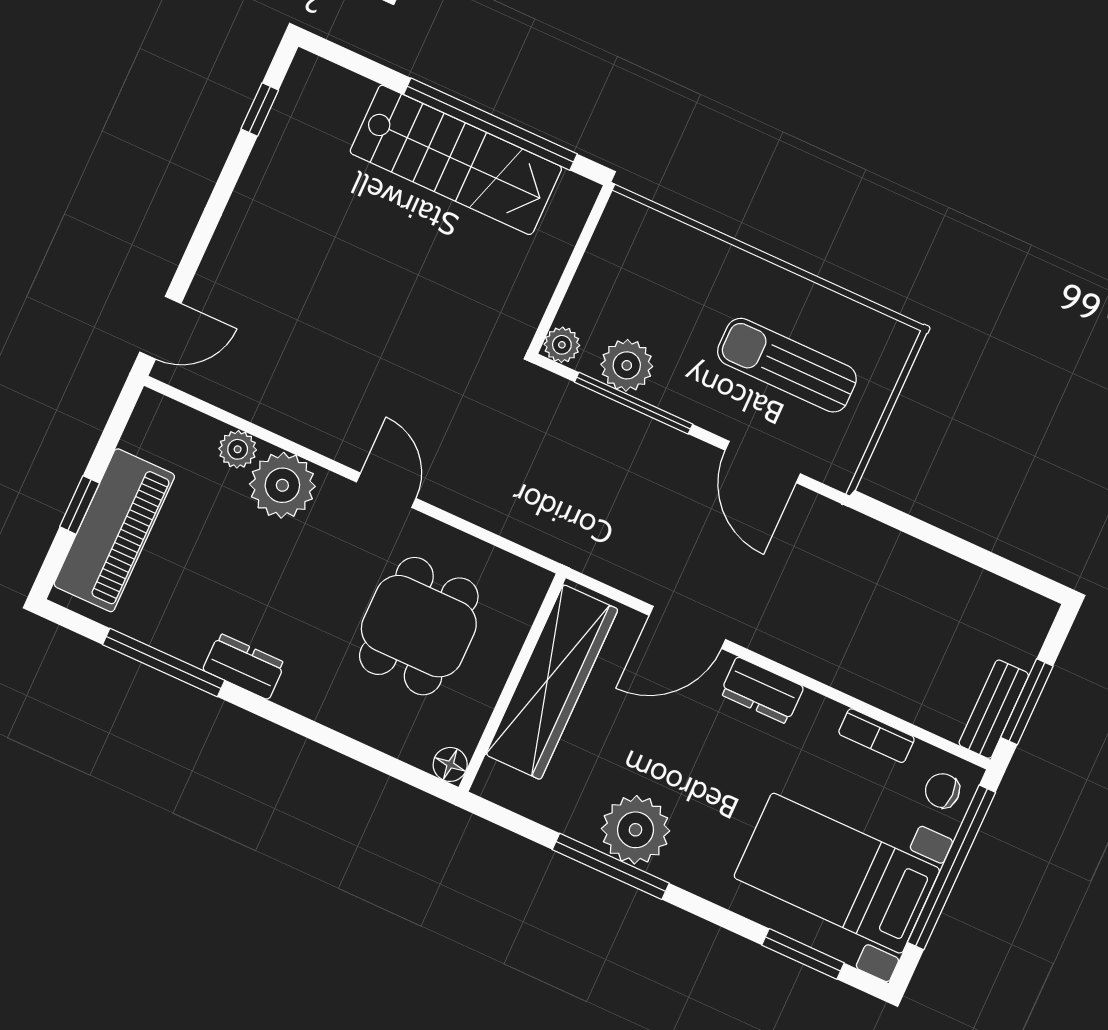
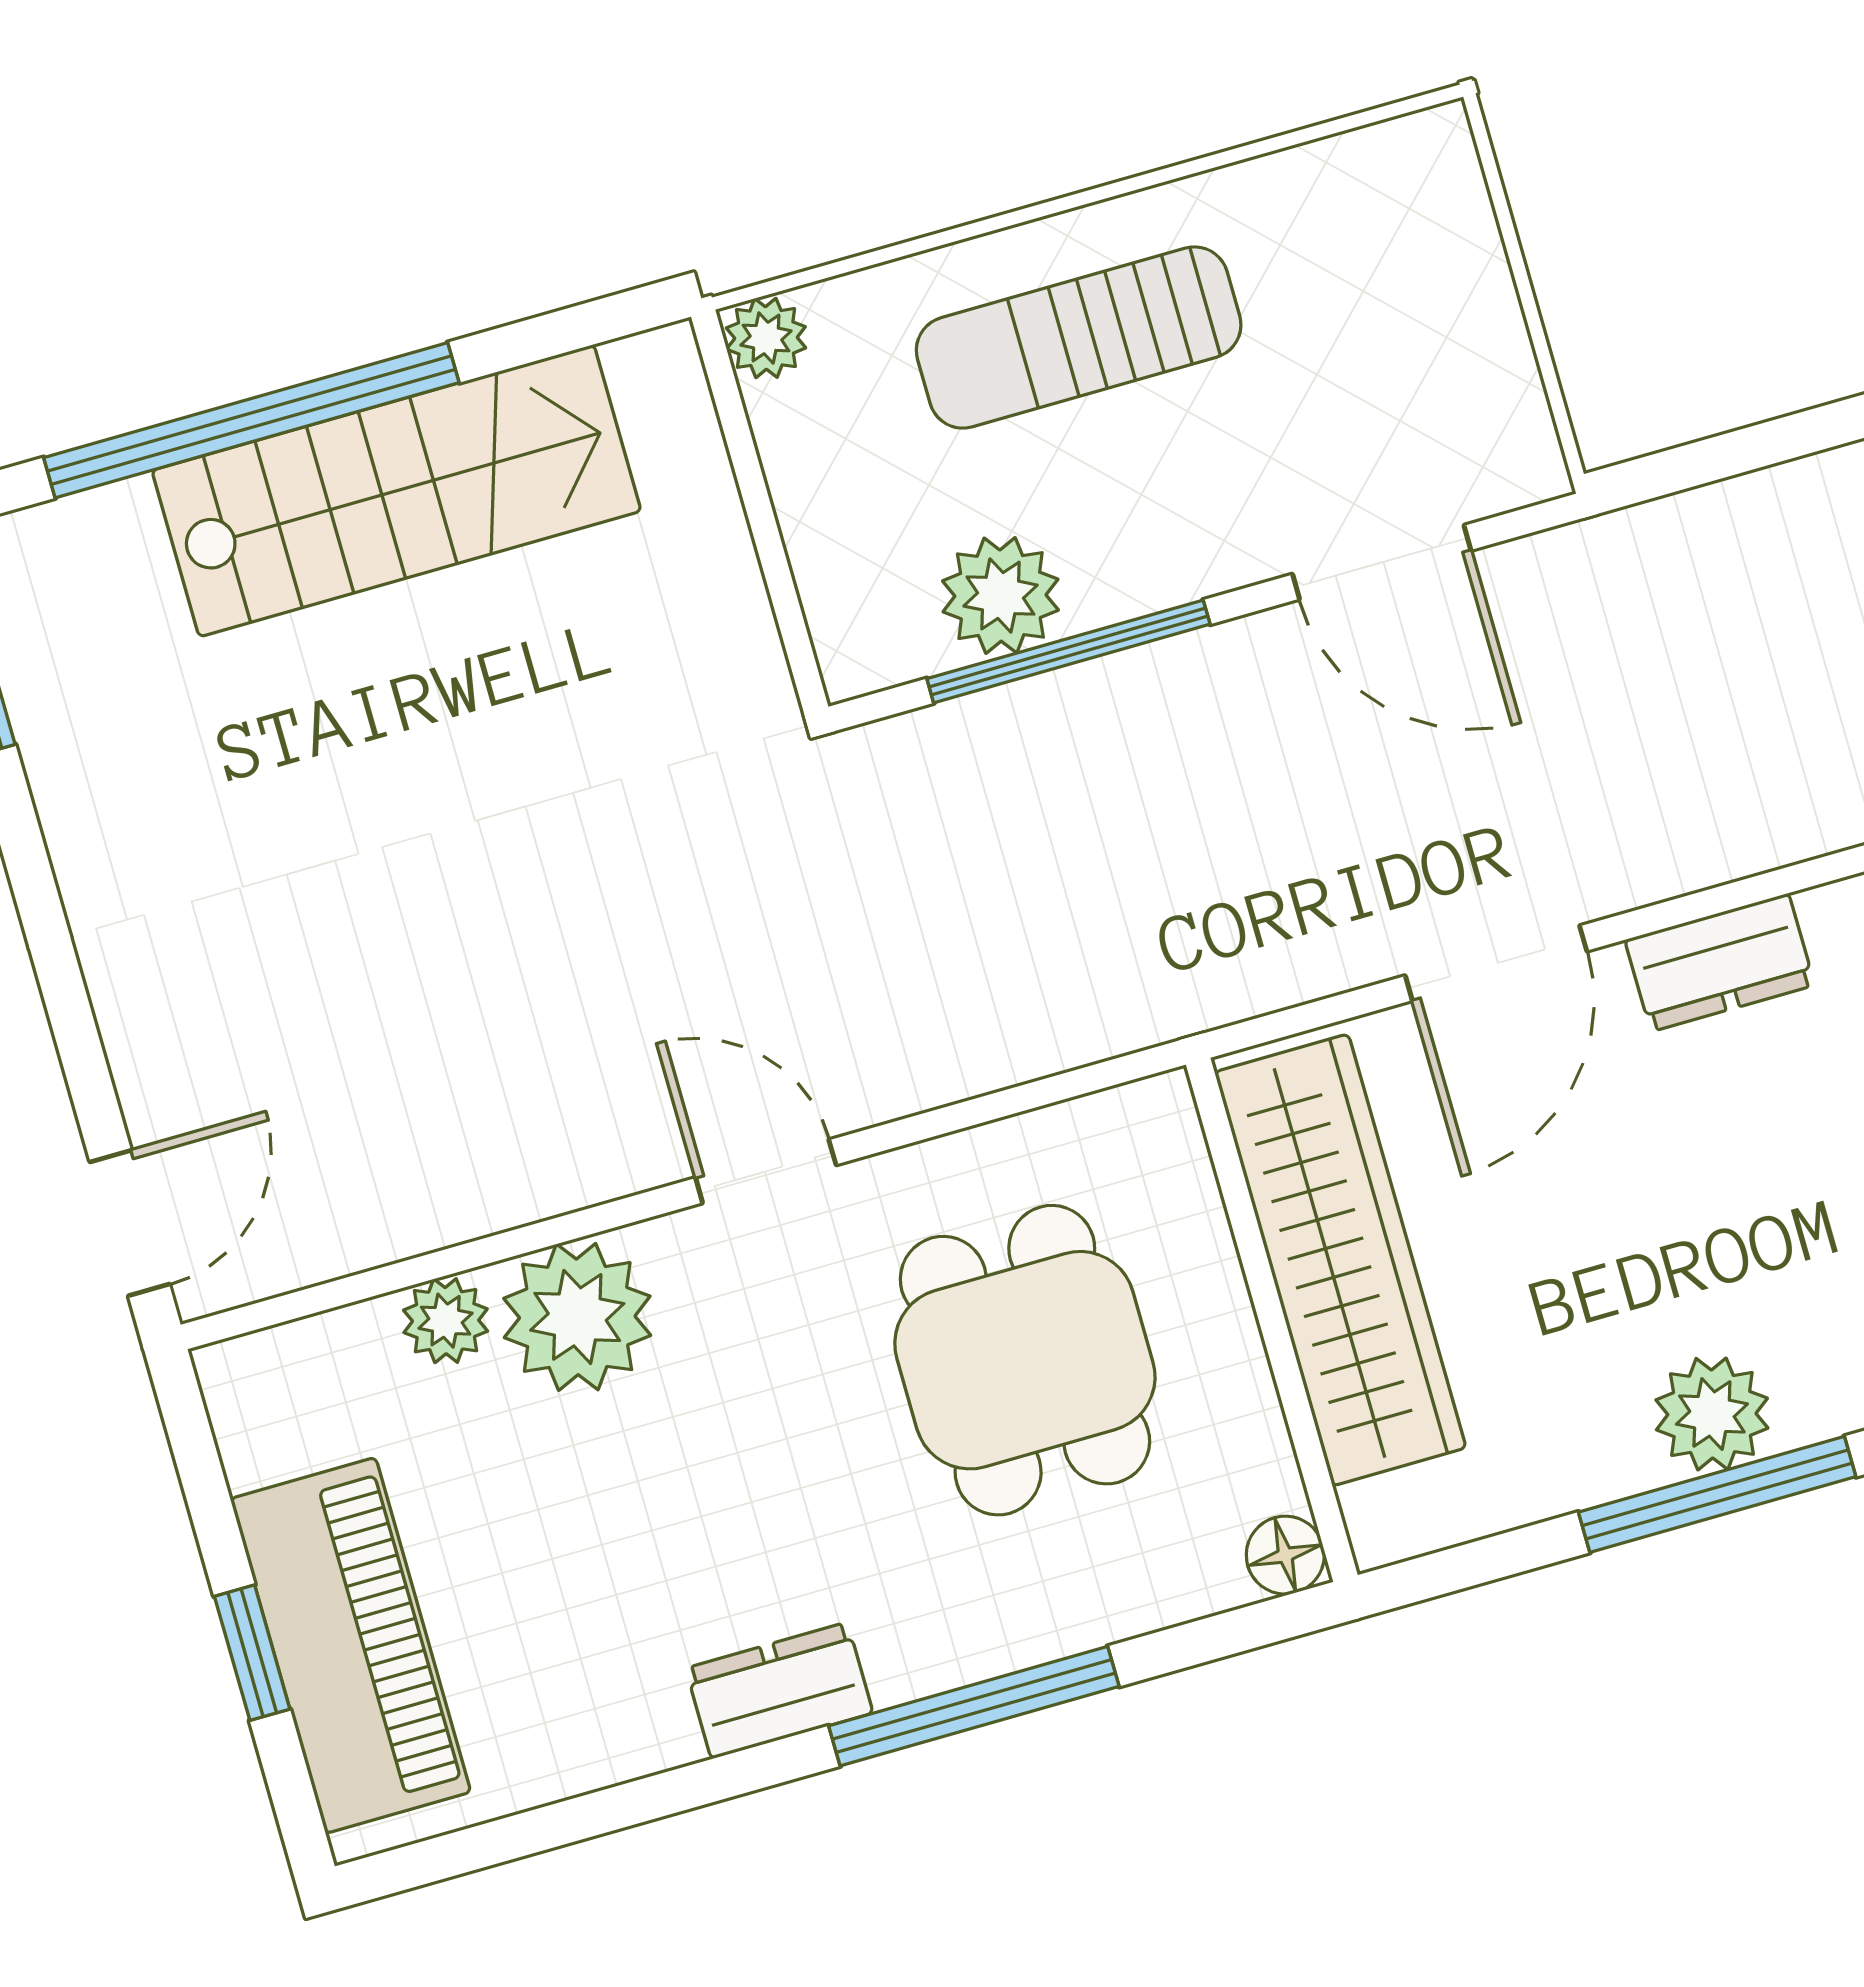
window: (490, 124) -> (251, 420), moved
plant: (562, 345) -> (766, 338), moved
sun lounger: (787, 365) -> (1079, 338), moved
window: (164, 663) -> (974, 1706), moved
plant: (636, 830) -> (1712, 1414), width x0.73, depth x0.73

